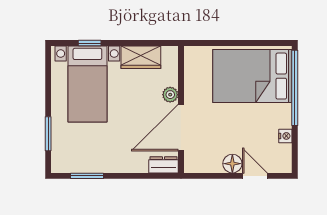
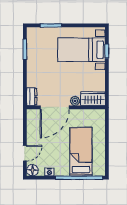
wardrobe: (141, 57) -> (93, 99), moved, turned 90
bed: (252, 76) -> (81, 152), width x0.67
door: (181, 128) -> (55, 107), swing flipped
floor lamp: (232, 164) -> (32, 170), moved

